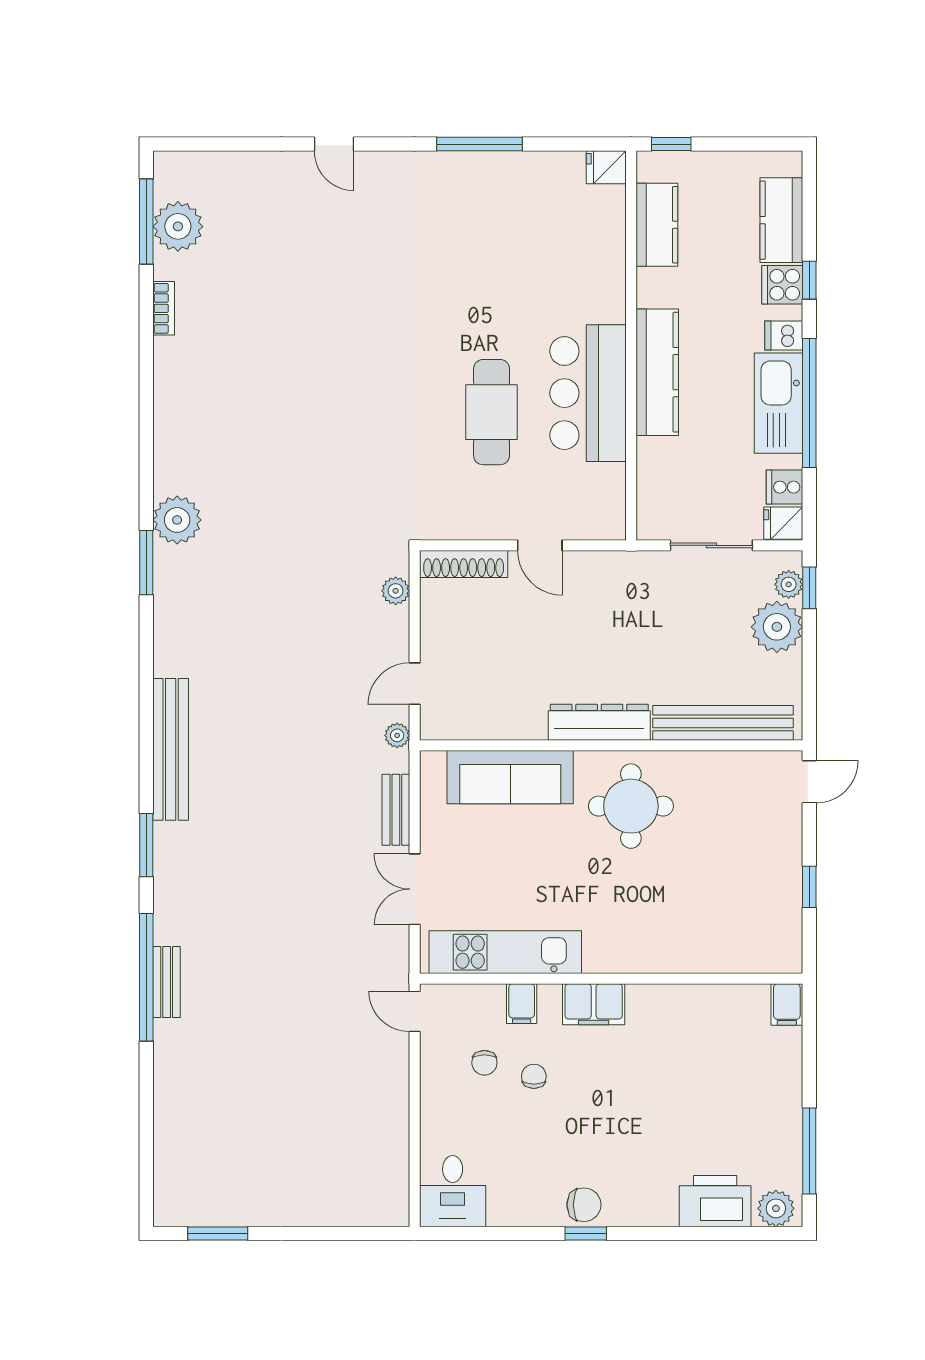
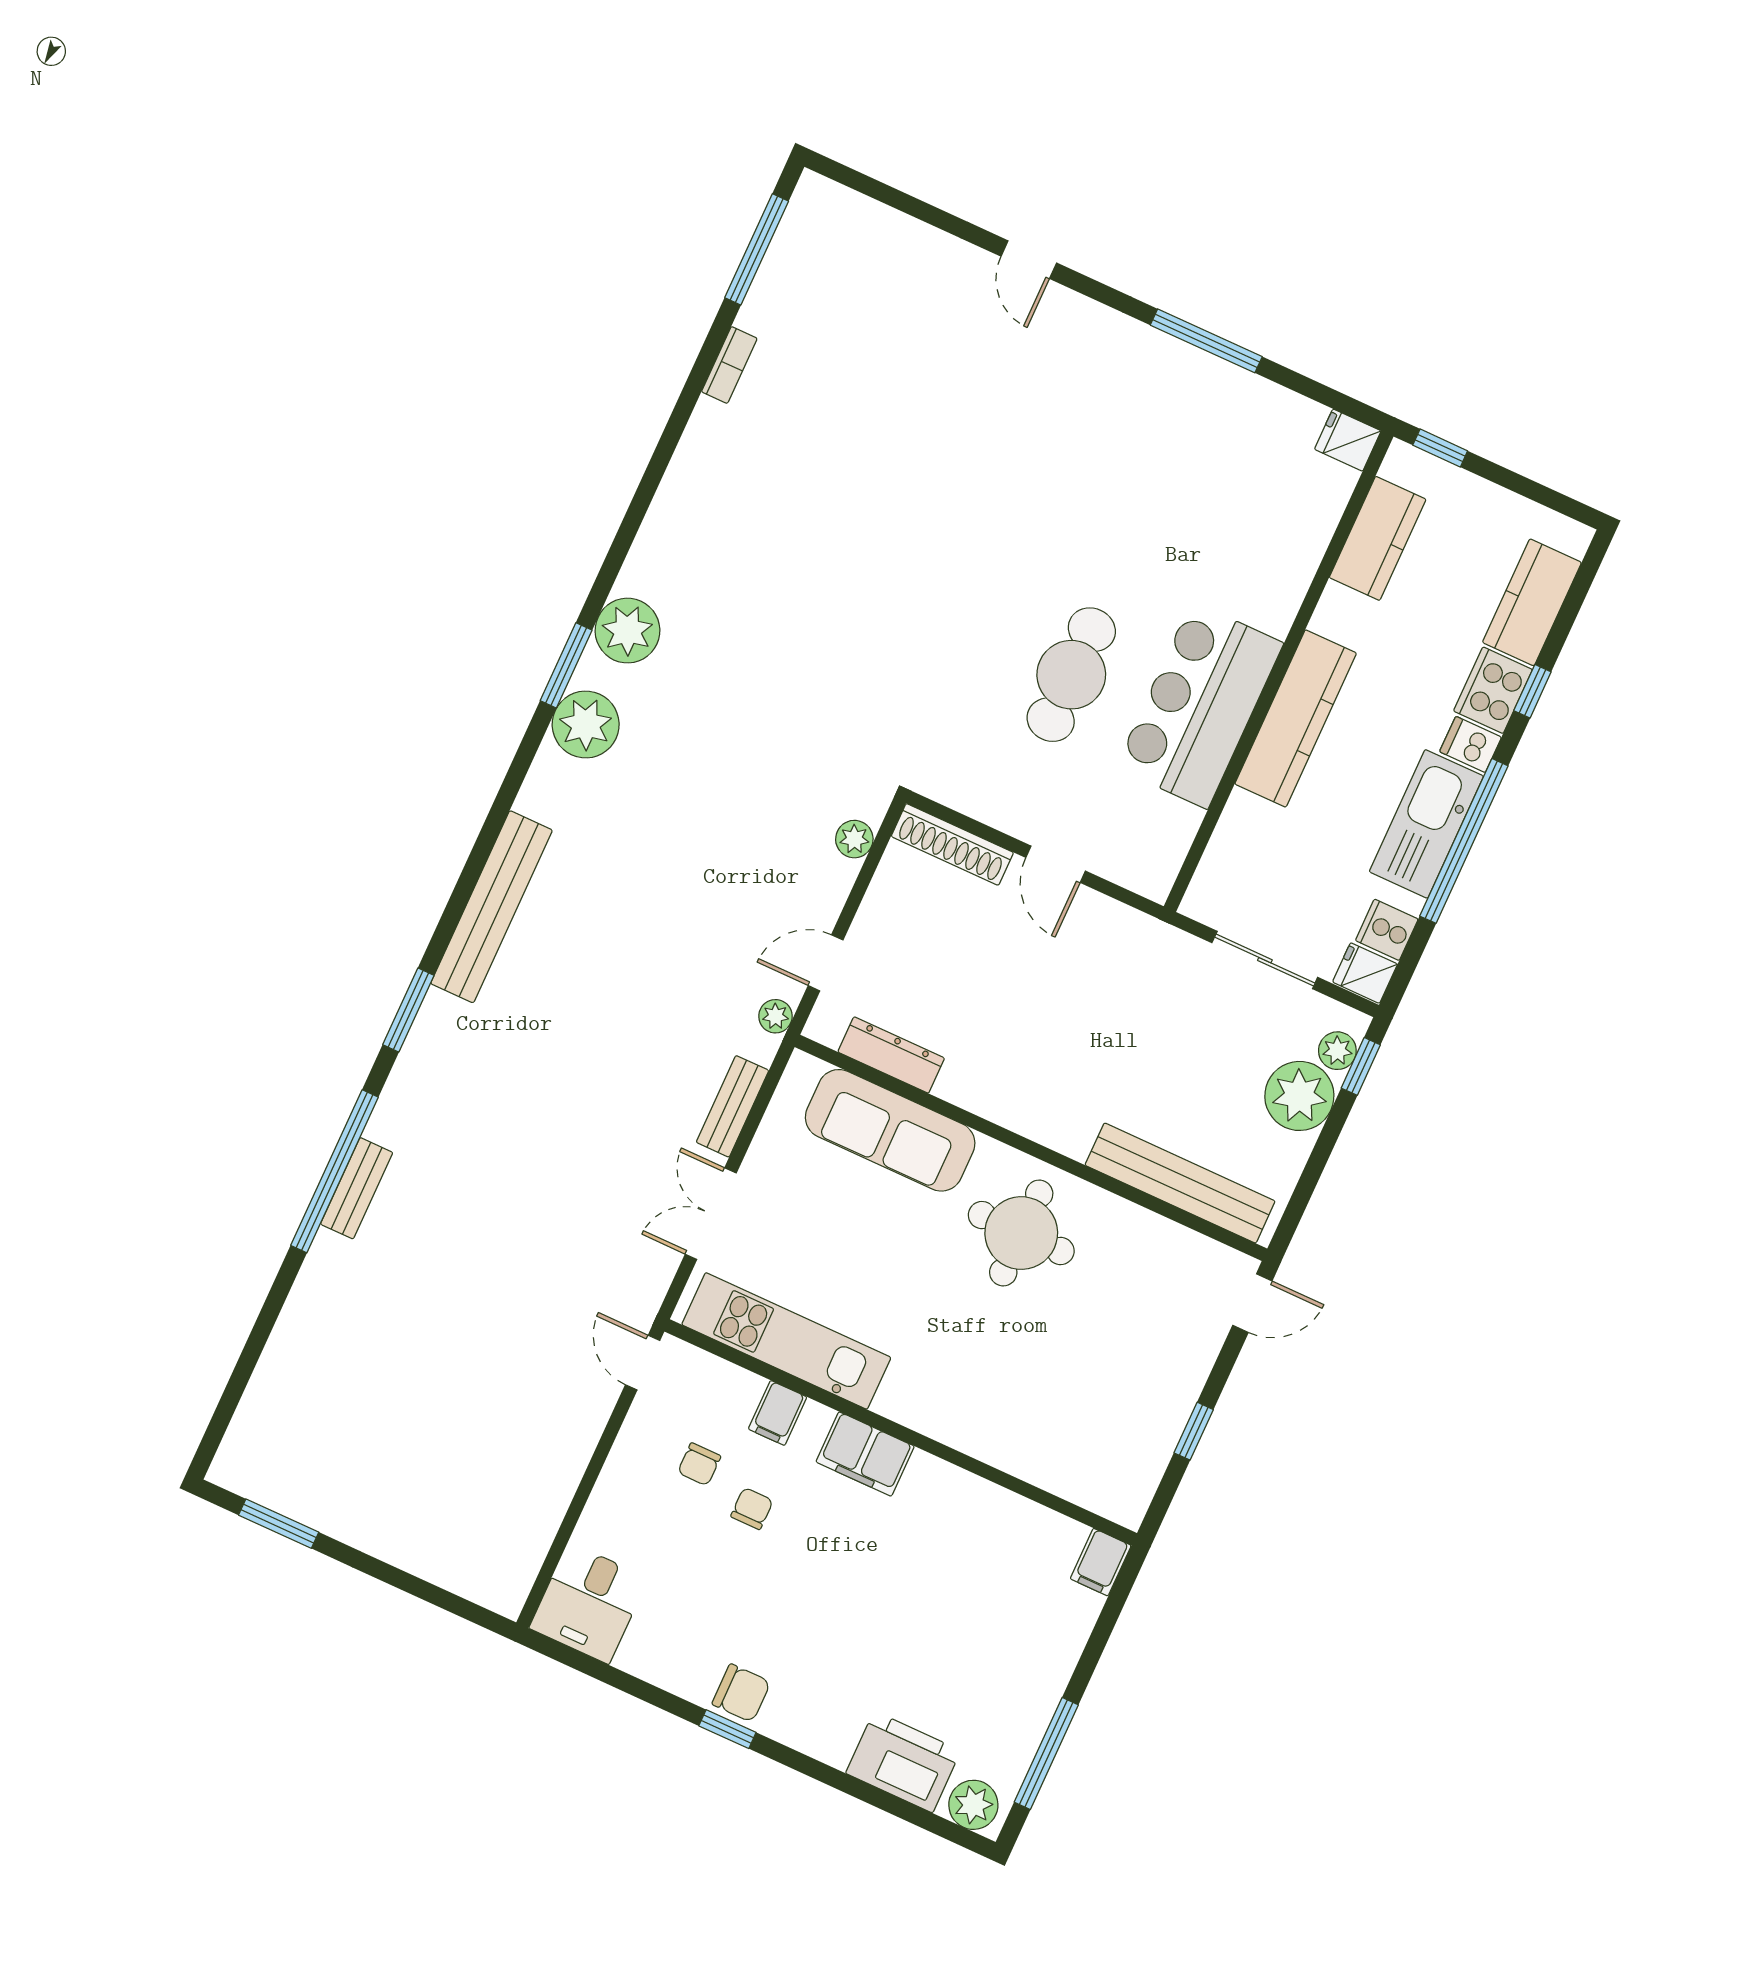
plant: (178, 226) -> (586, 724), moved
cooker: (782, 285) -> (1493, 690), width x1.36
dresser: (599, 722) -> (891, 1055), moved, width x0.73, depth x0.80

